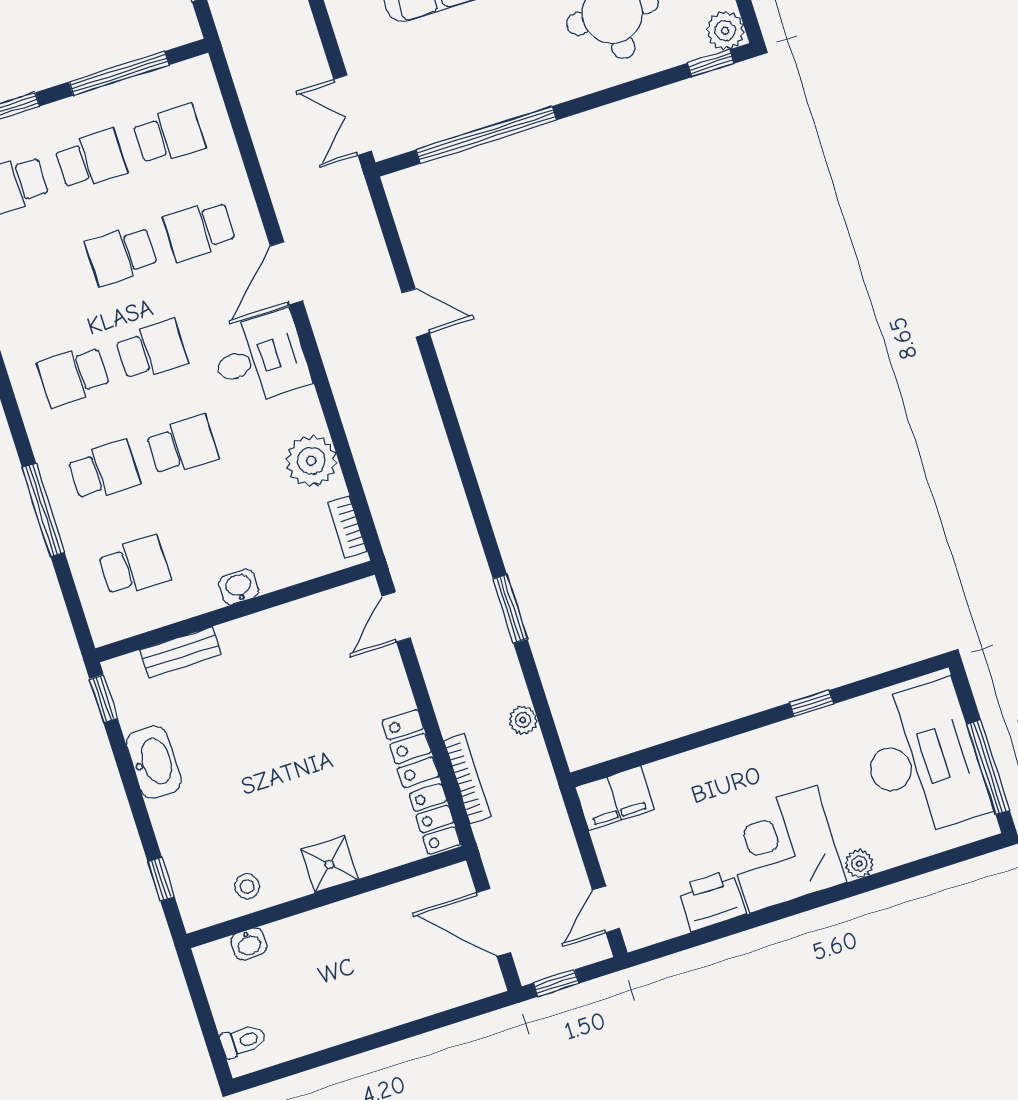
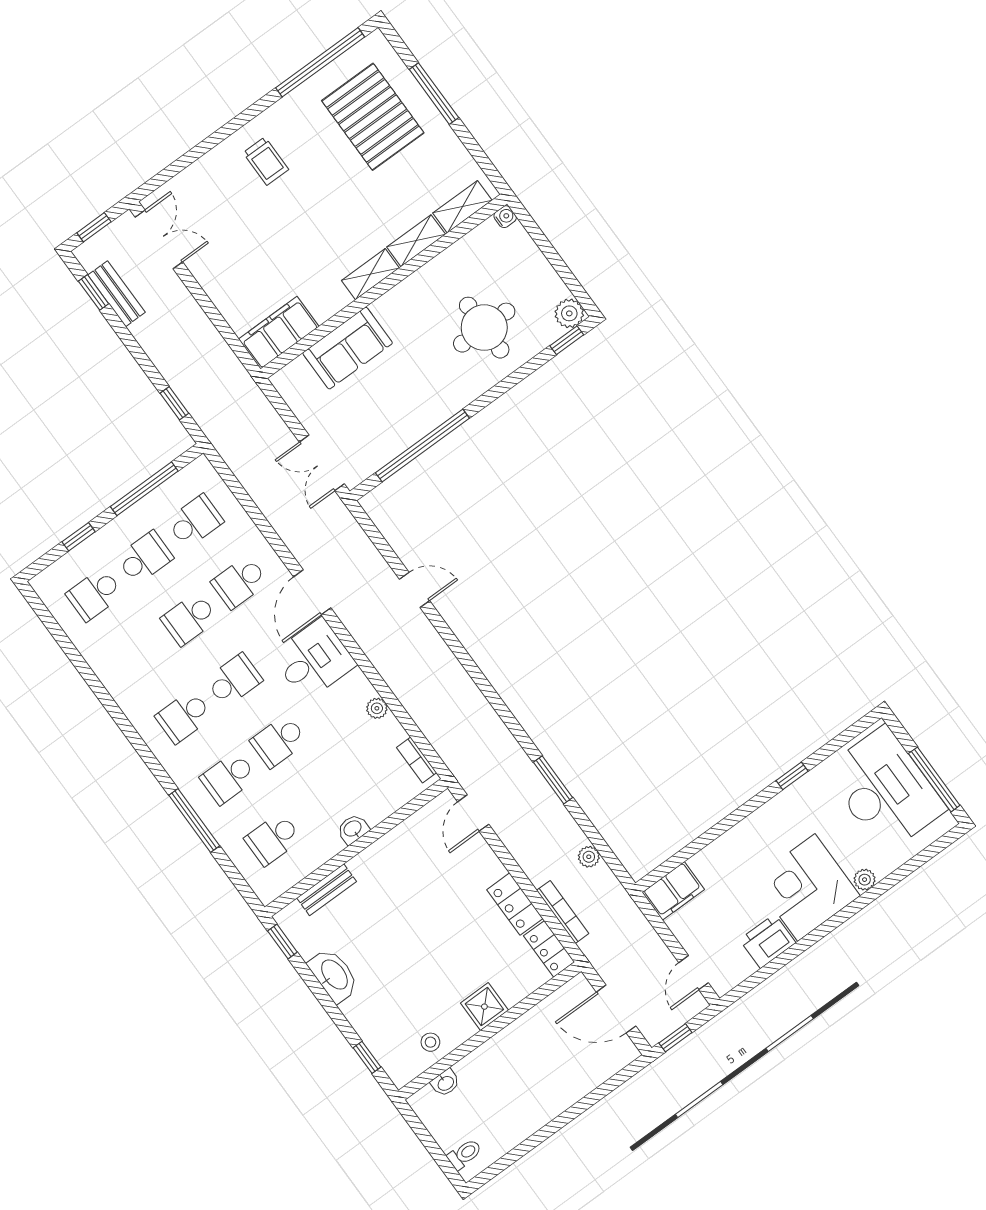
school desk: (182, 446) -> (279, 741), turned 180
plant: (311, 461) -> (377, 708), width x0.53, depth x0.53
school desk: (104, 471) -> (228, 778), turned 180
school desk: (134, 566) -> (273, 839), turned 180

